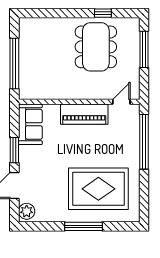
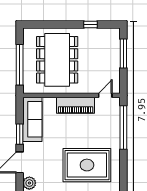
dining table: (96, 47) -> (57, 60), moved, width x1.36, depth x1.24
sofa: (30, 124) -> (32, 119), width x1.36

